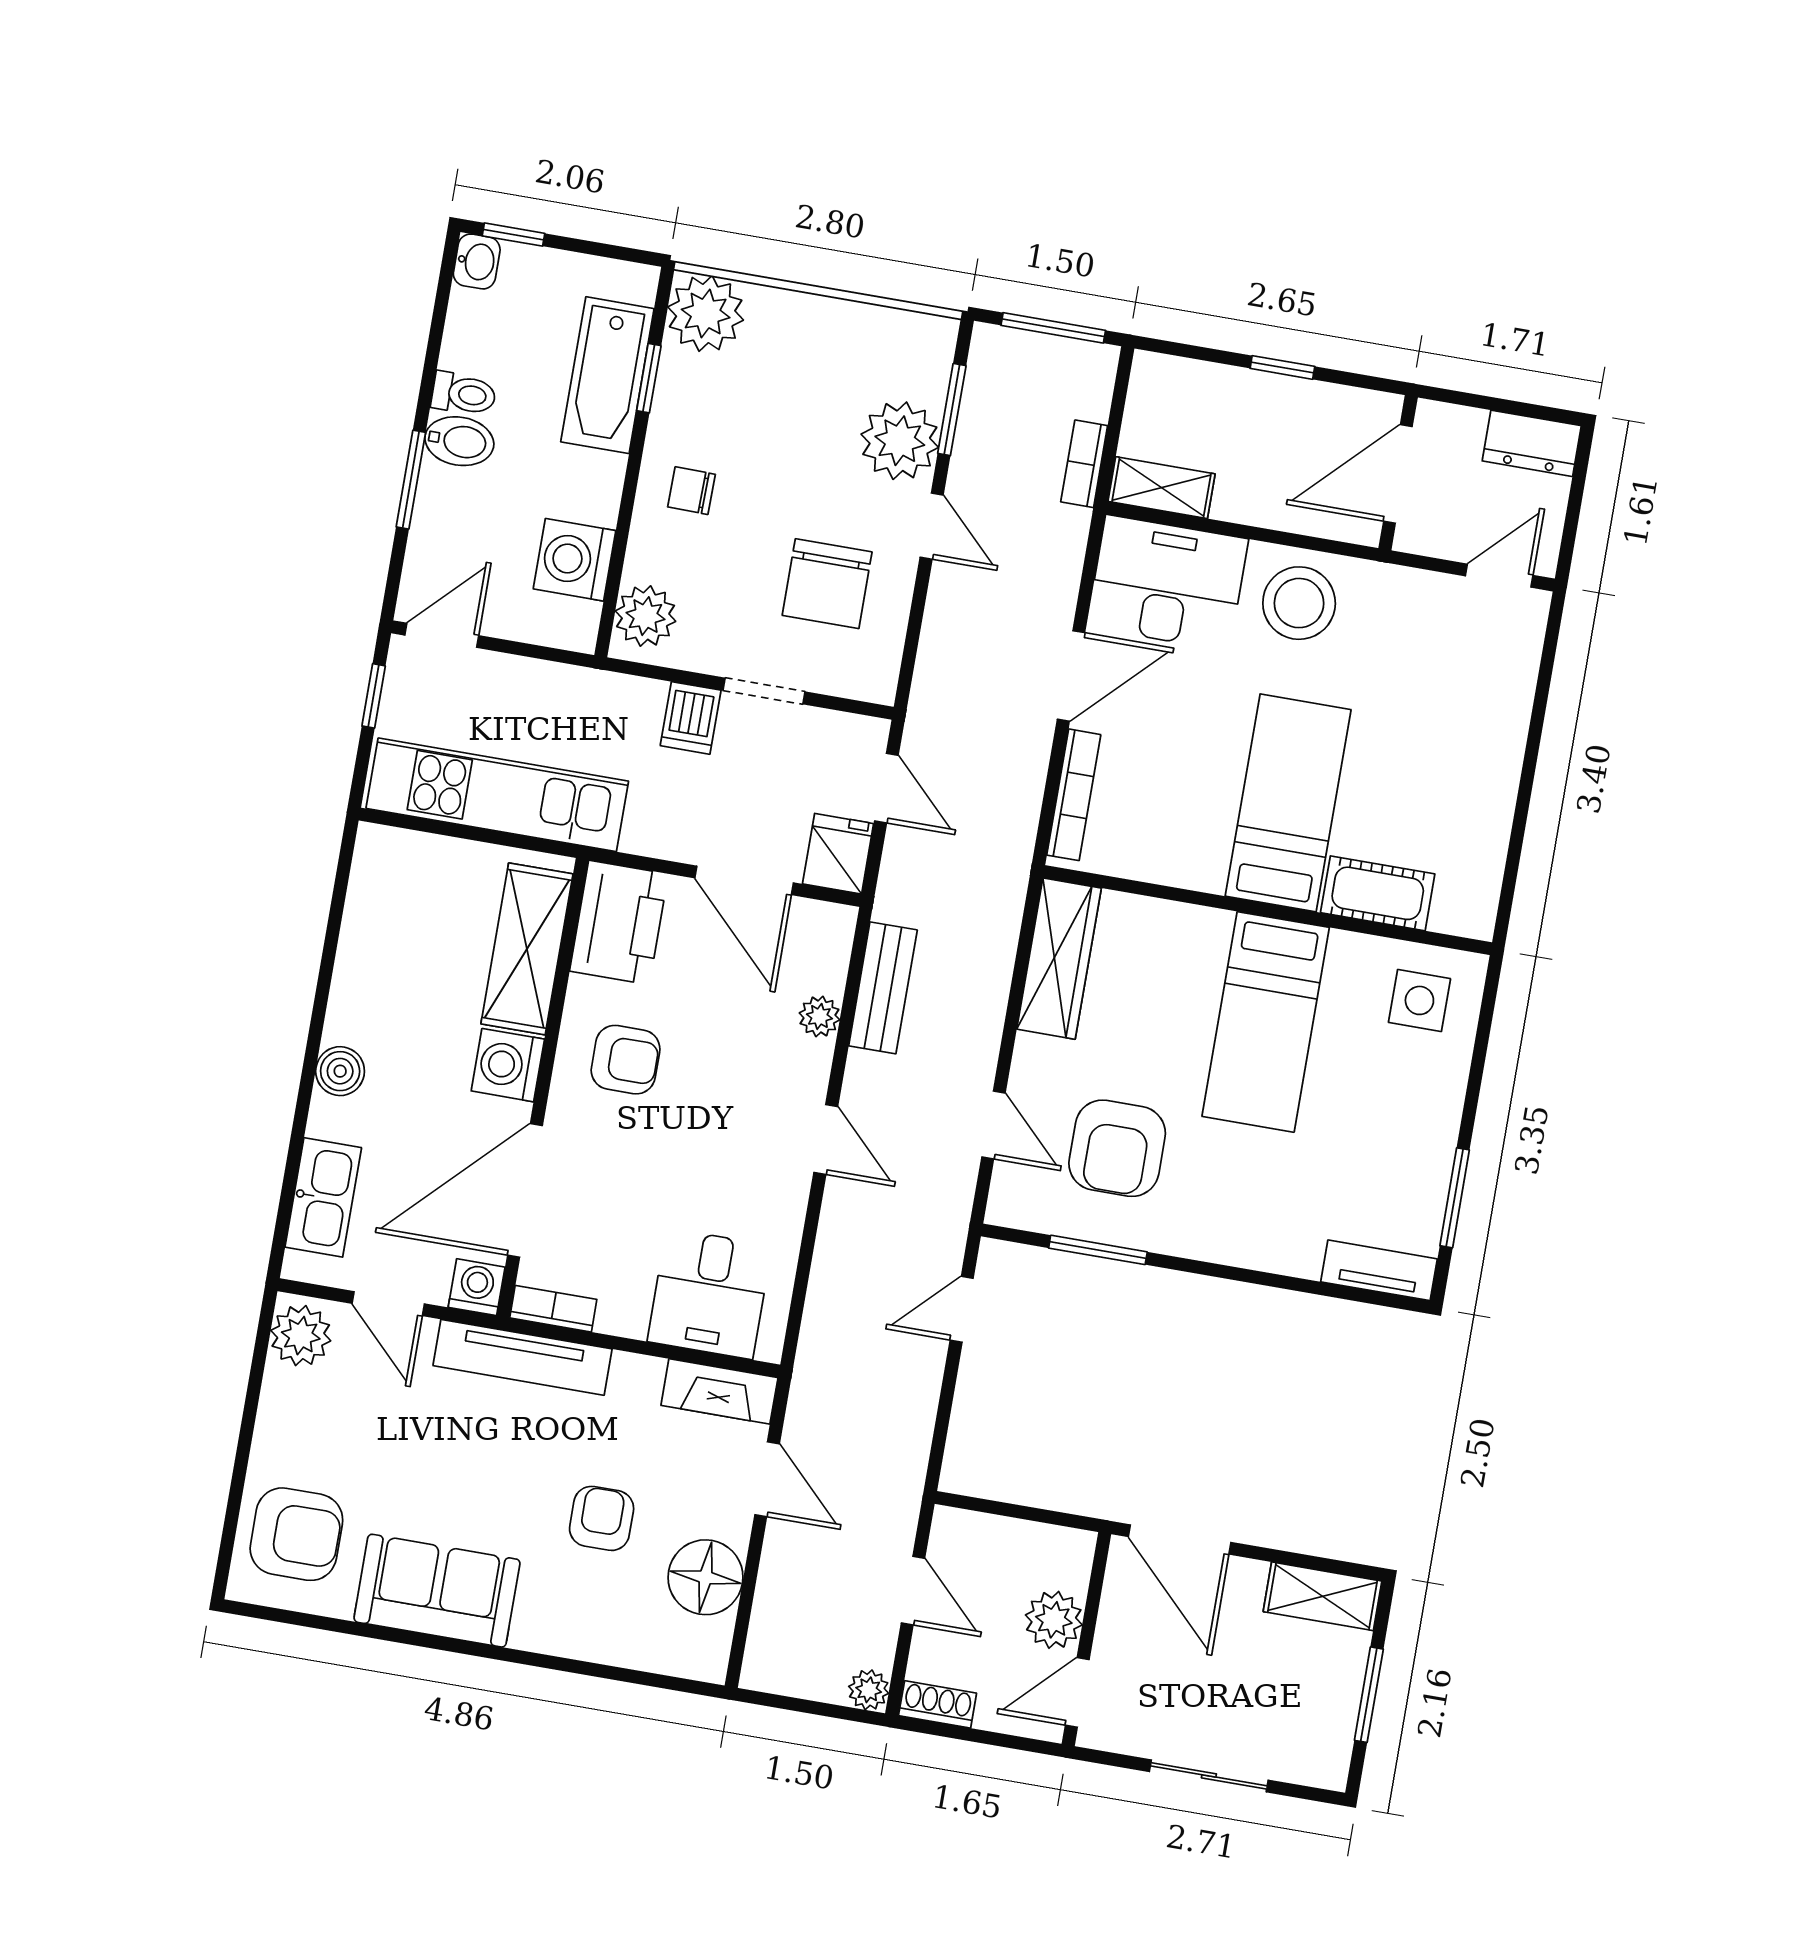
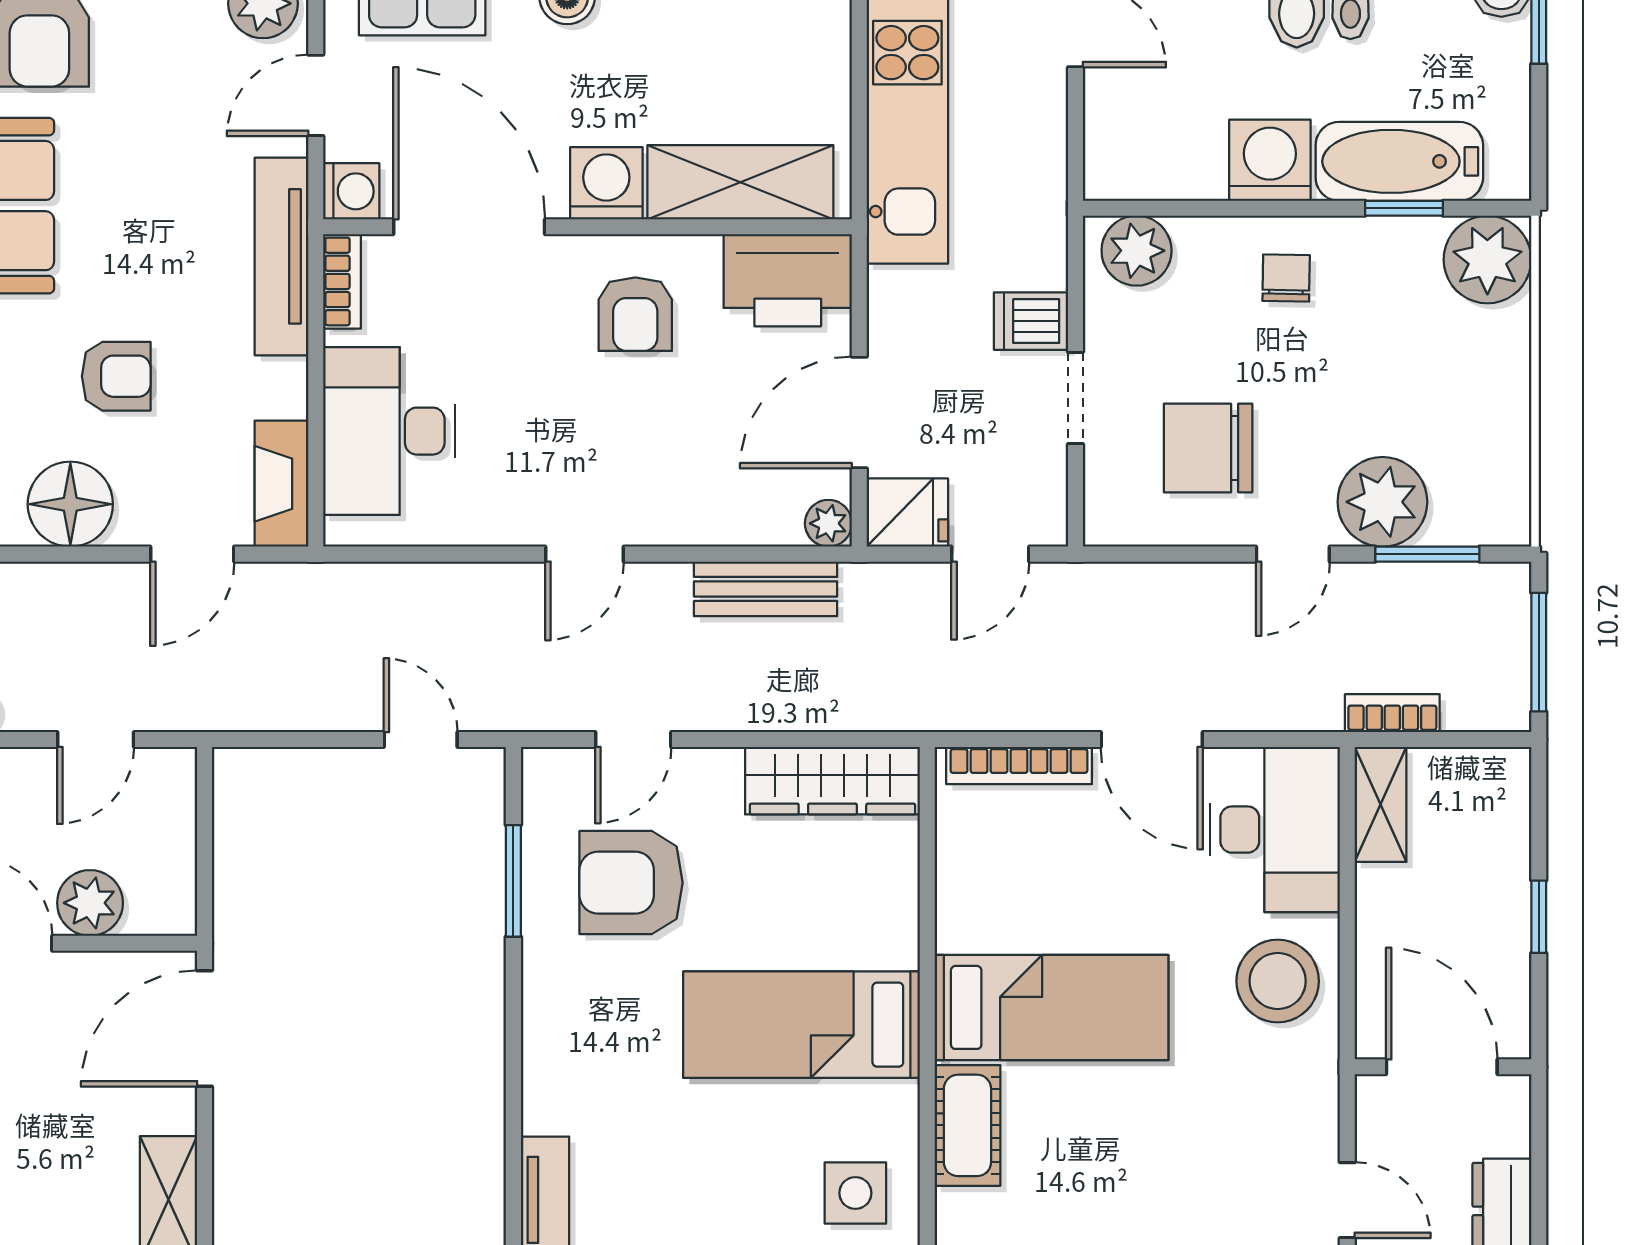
washing machine: (575, 560) -> (1270, 160), moved
plant: (819, 1016) -> (828, 523), moved
desk: (710, 1294) -> (389, 431), width x1.37

